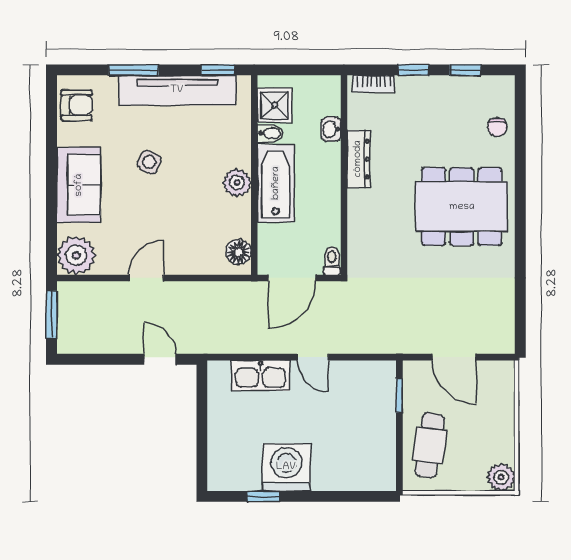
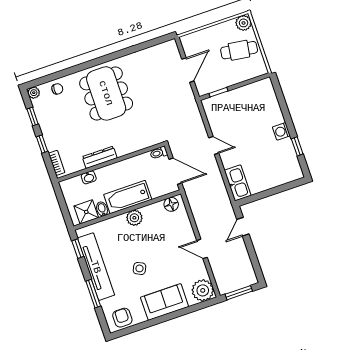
plant: (505, 86) -> (34, 93), added
door: (313, 357) -> (214, 145), hinge flipped
kitchen sink: (260, 376) -> (238, 183), moved
cafe table: (430, 445) -> (239, 50), moved
washing machine: (286, 467) -> (281, 131), width x0.53, depth x0.53

